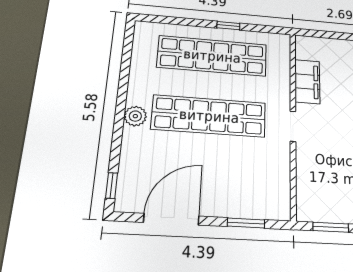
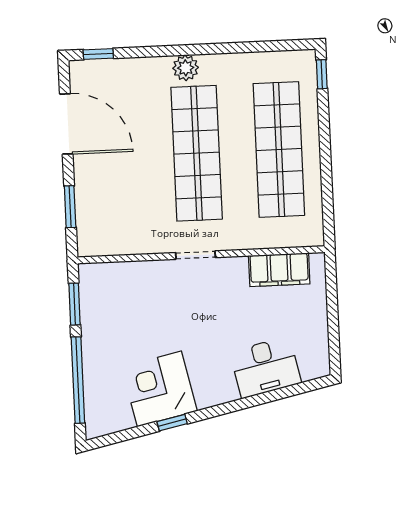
window: (228, 26) -> (322, 74), moved
filing cabinet: (307, 82) -> (279, 270), moved

